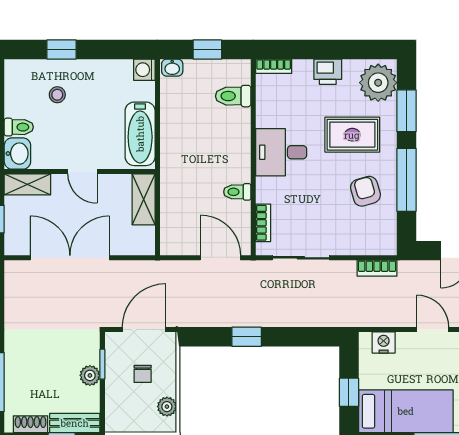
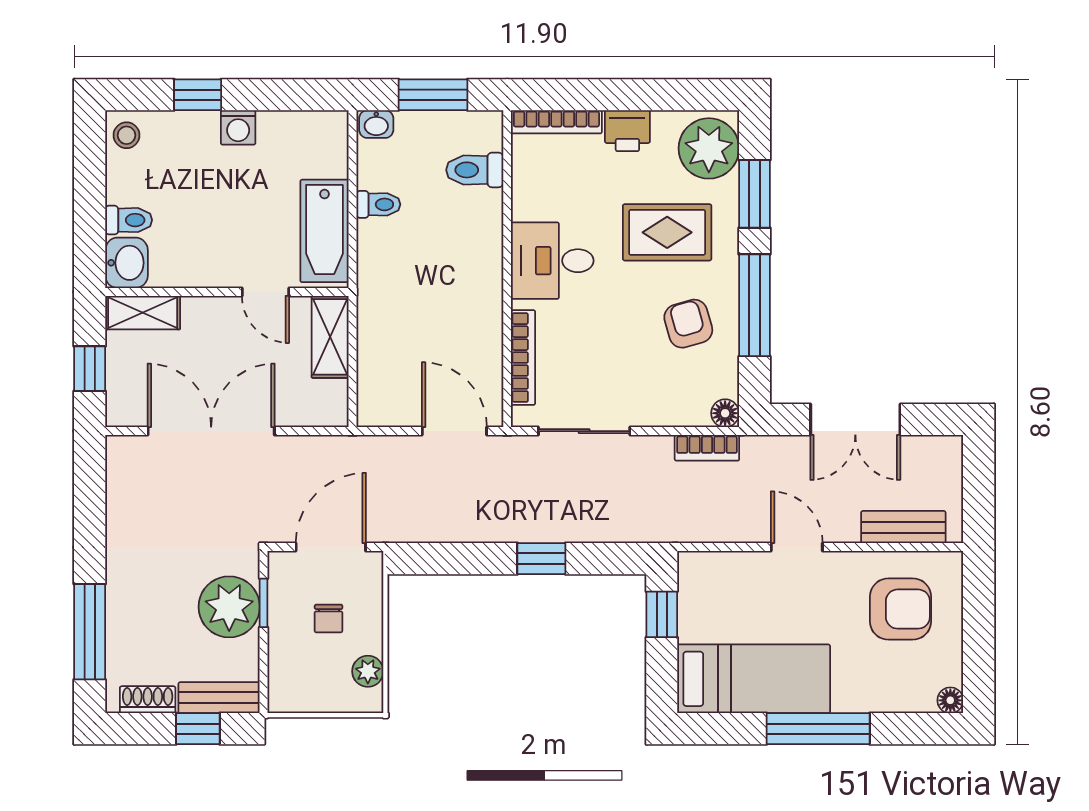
window: (207, 49) -> (433, 95), width x1.50
bookcase: (274, 66) -> (556, 122), width x1.56
washing machine: (144, 70) -> (238, 127), moved, turned -90
stool: (57, 95) -> (127, 135), moved
door: (82, 172) -> (265, 292), moved
toilet: (237, 192) -> (378, 204), moved, turned 180
bookcase: (263, 223) -> (523, 358), width x1.56
floor lamp: (388, 247) -> (725, 413), added
window: (247, 337) -> (541, 559), moved
nightstand: (384, 343) -> (718, 568), removed
plant: (90, 375) -> (229, 607), width x1.88, depth x1.88
window: (349, 392) -> (662, 614), moved

